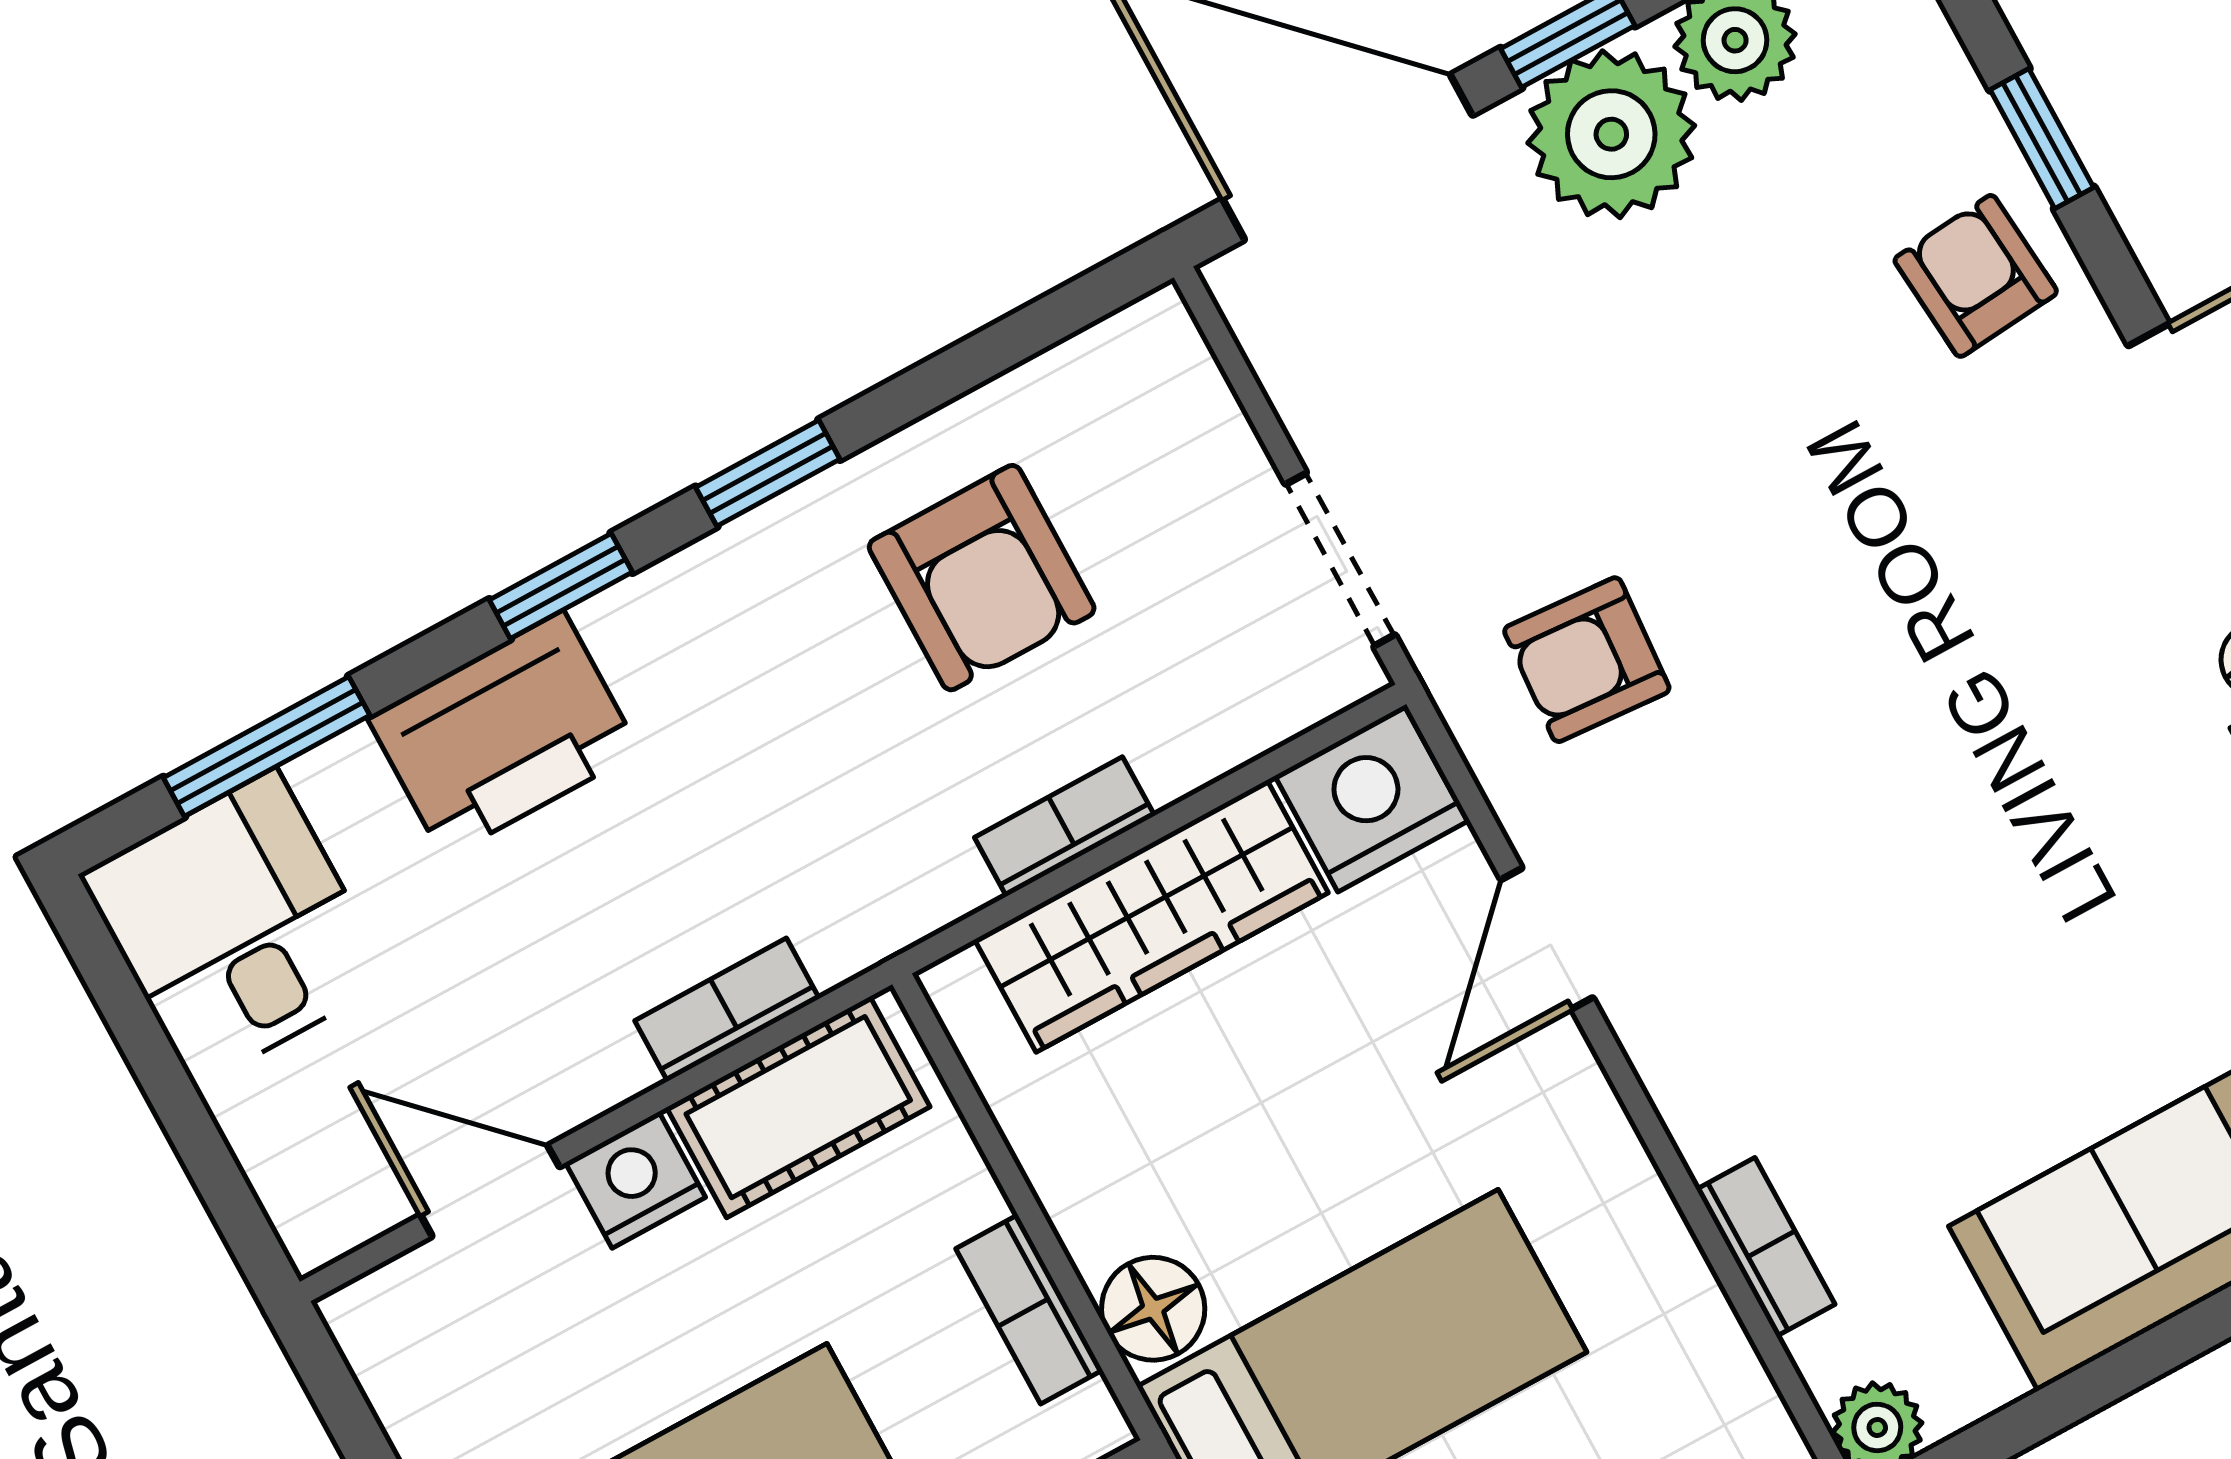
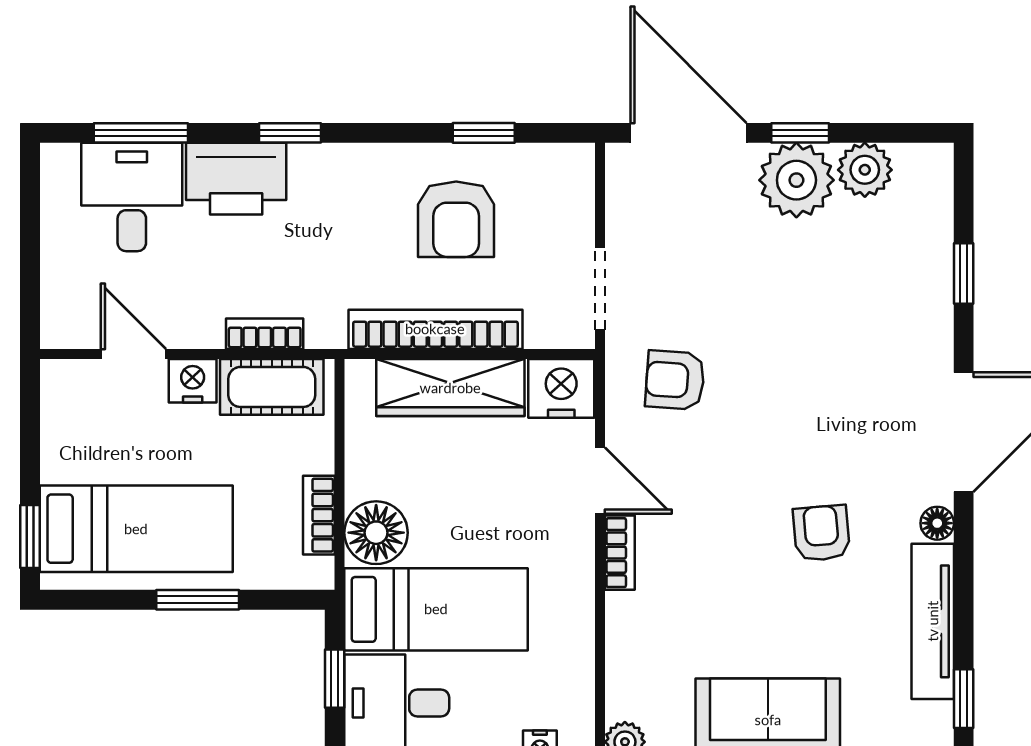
armchair: (1976, 276) -> (821, 533), moved
window: (768, 473) -> (484, 133), moved
bookcase: (1065, 827) -> (435, 329), width x2.31, depth x1.31
desk: (236, 928) -> (132, 197), moved
door: (1547, 939) -> (600, 481), swing flipped
bookcase: (1766, 1247) -> (620, 553), moved
floor lamp: (1153, 1309) -> (376, 533), width x1.38, depth x1.38

